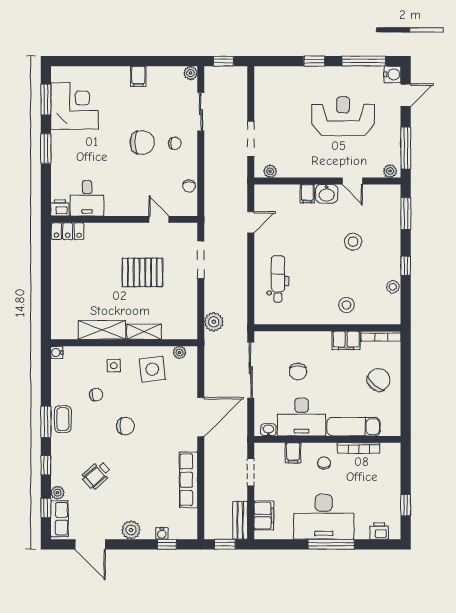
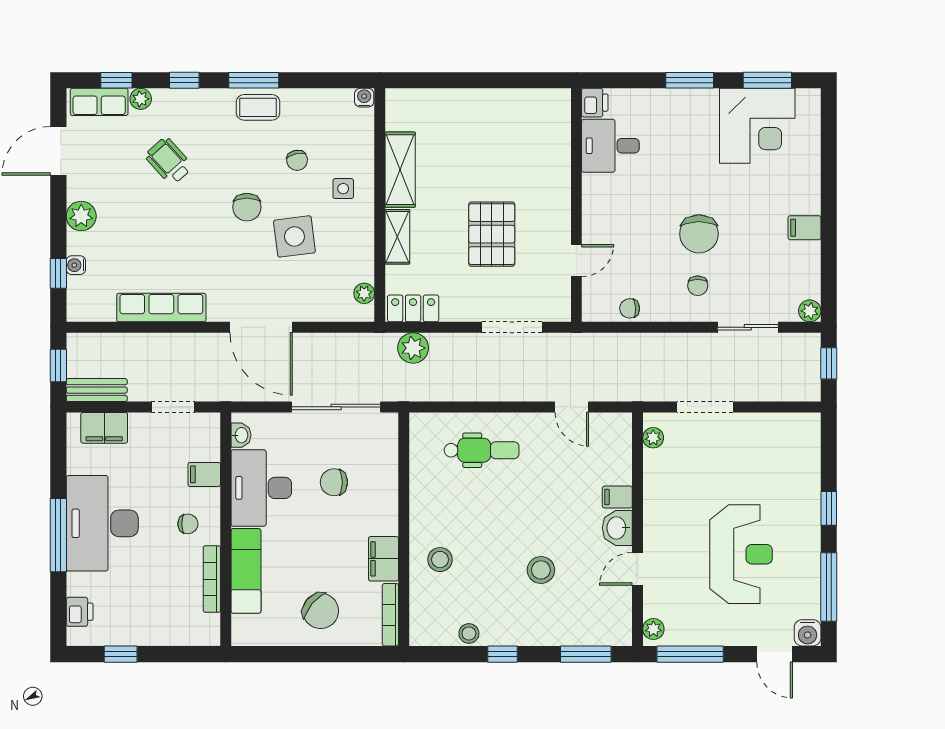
locker: (68, 231) -> (413, 308), moved, turned 90
side table: (152, 369) -> (294, 236), moved

